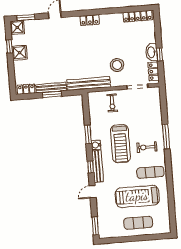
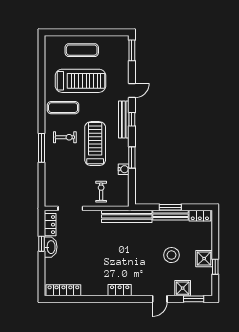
shower: (17, 27) -> (183, 288), moved
stool: (117, 65) -> (171, 255), moved
water cooler: (96, 145) -> (124, 169), moved

